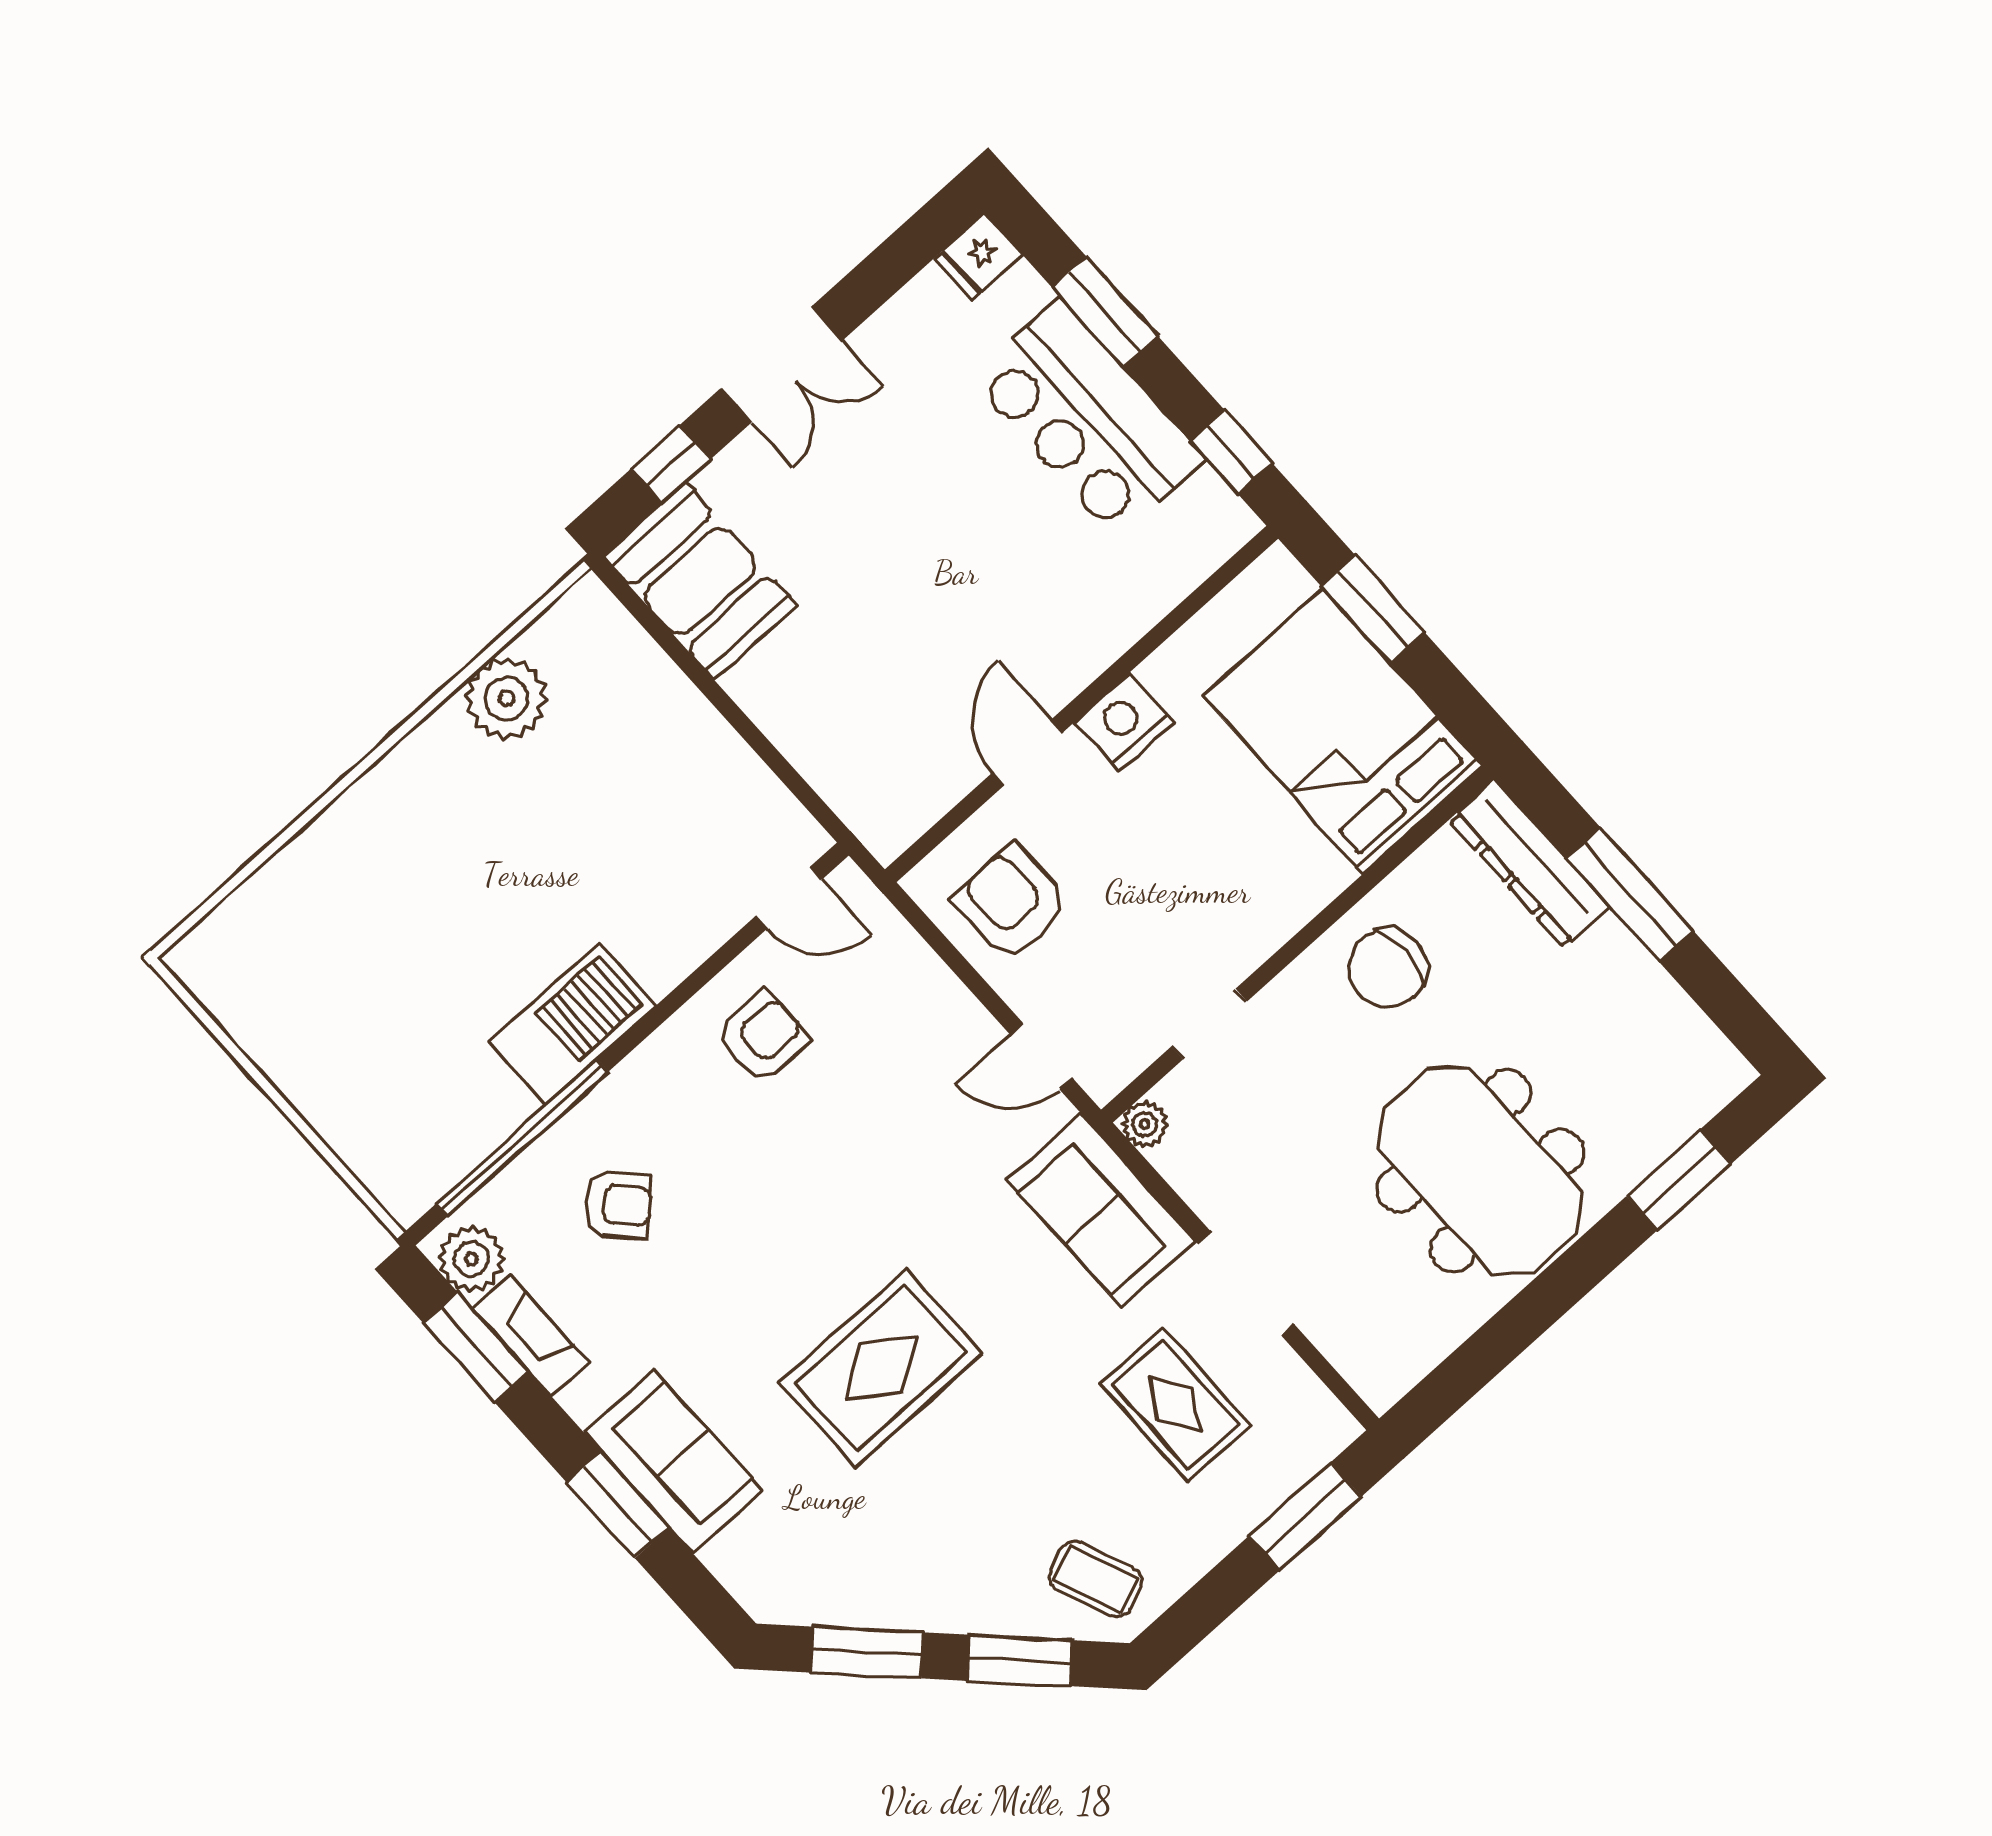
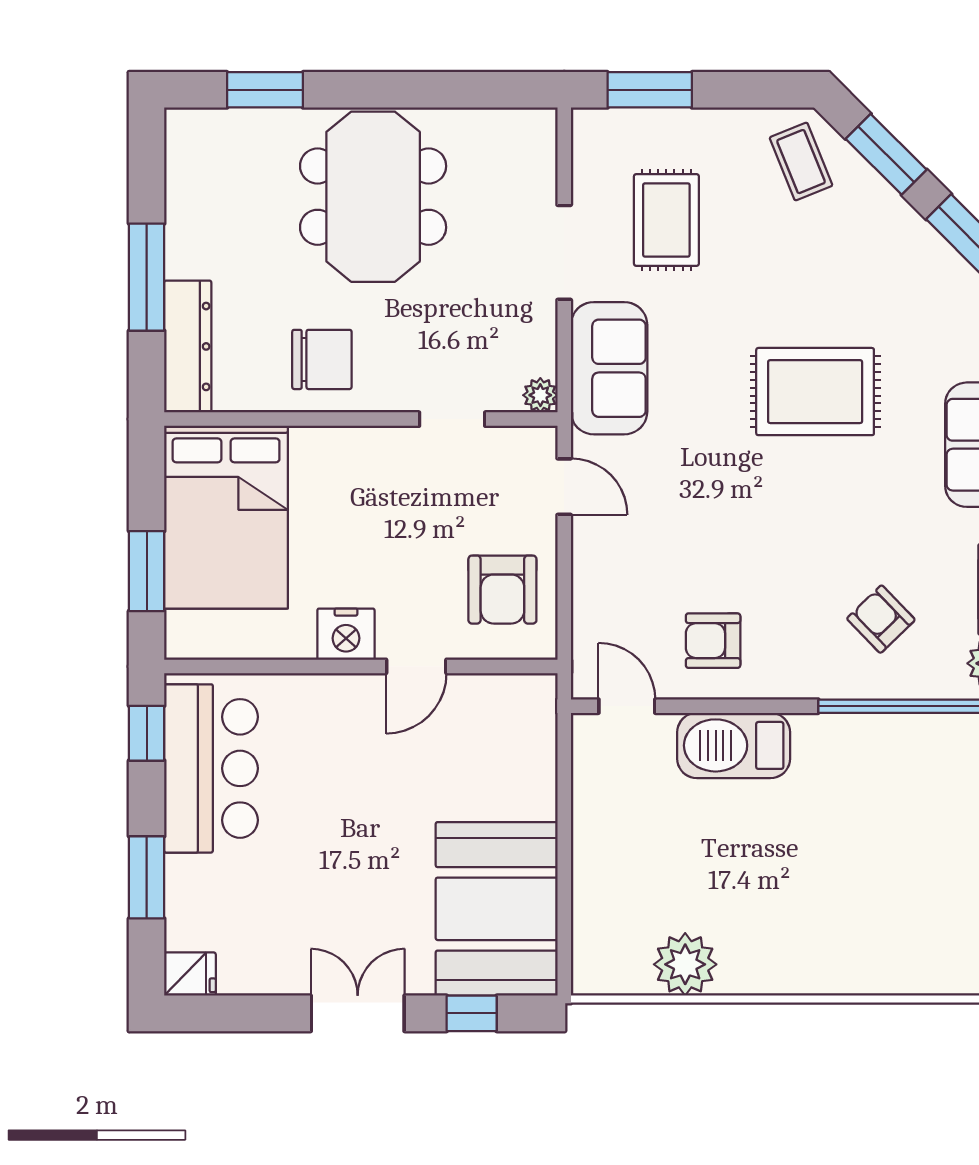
bar counter: (1088, 419) -> (211, 768), moved
booth: (700, 581) -> (497, 909), width x1.36, depth x1.42
barbecue: (573, 1023) -> (734, 745), moved

